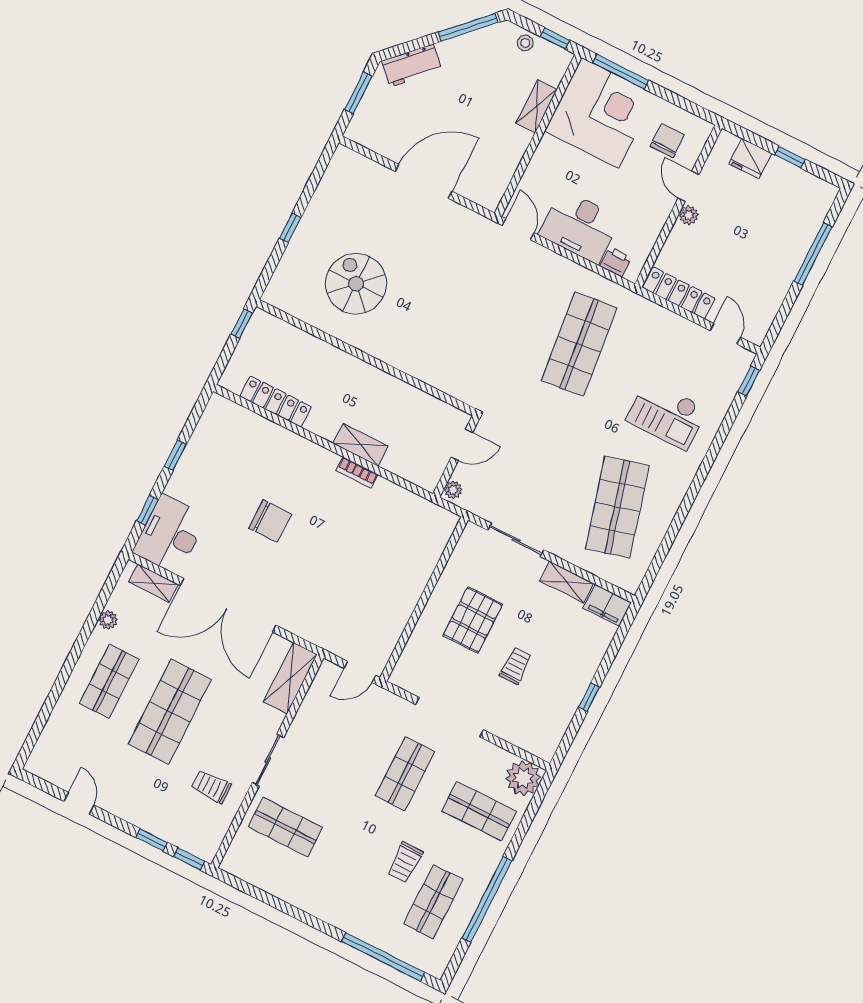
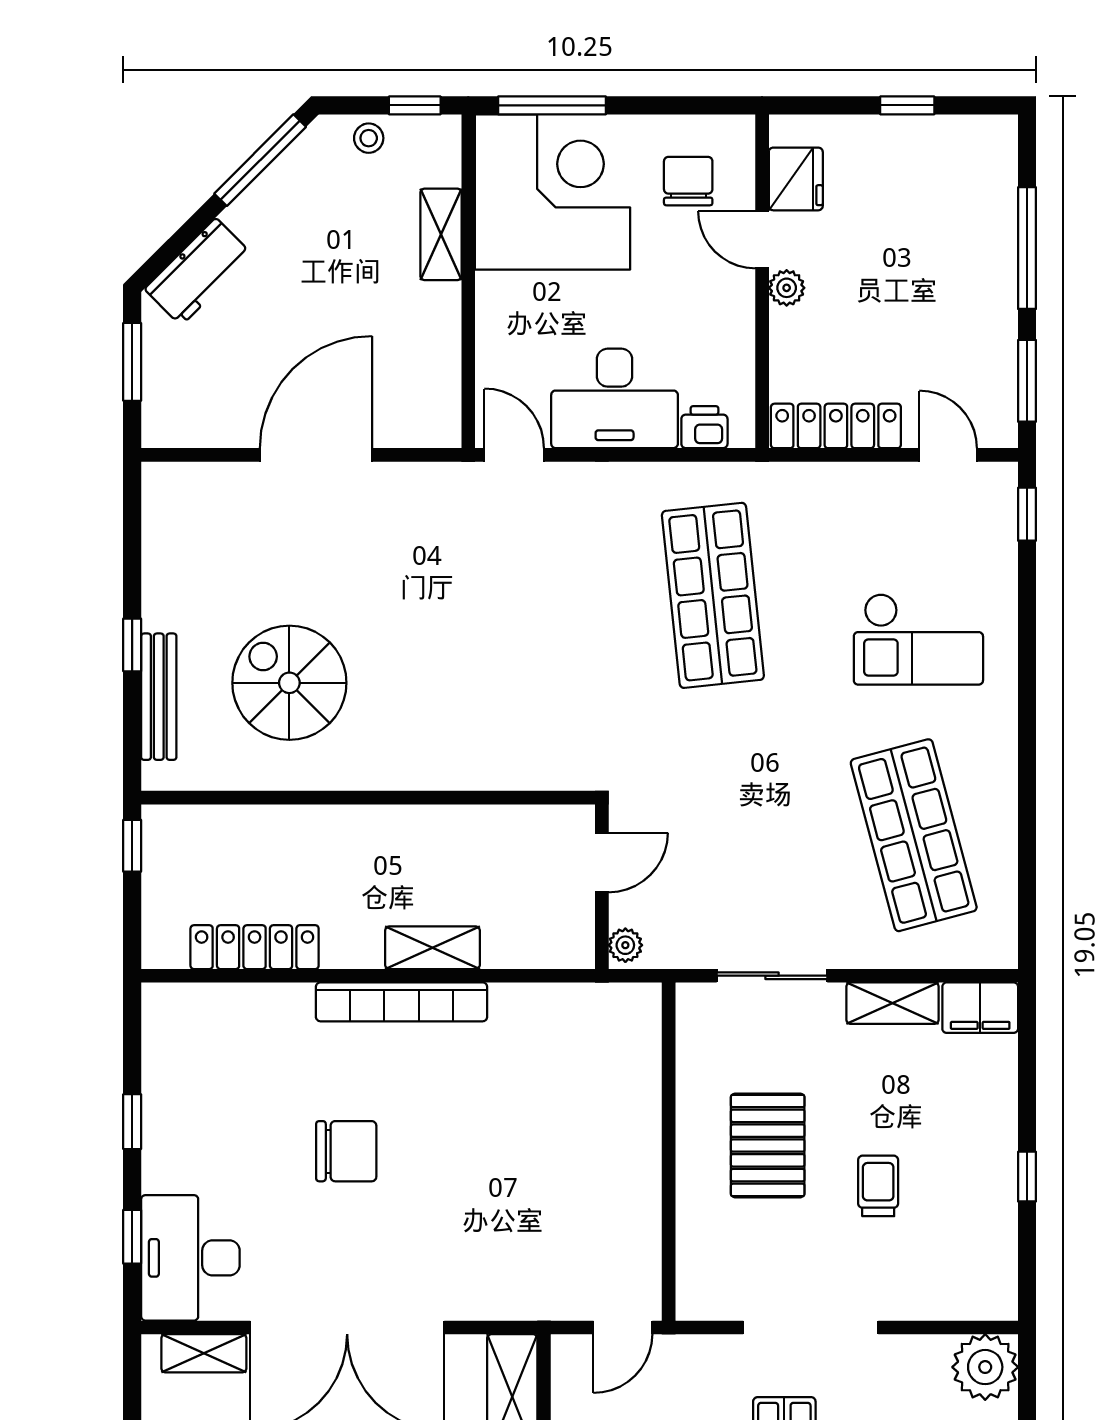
fridge: (750, 159) -> (796, 179), moved, turned -90
bench: (290, 259) -> (159, 697), added
window: (781, 317) -> (1027, 381), added
bookcase: (357, 473) -> (402, 1002), width x2.31, depth x1.31

